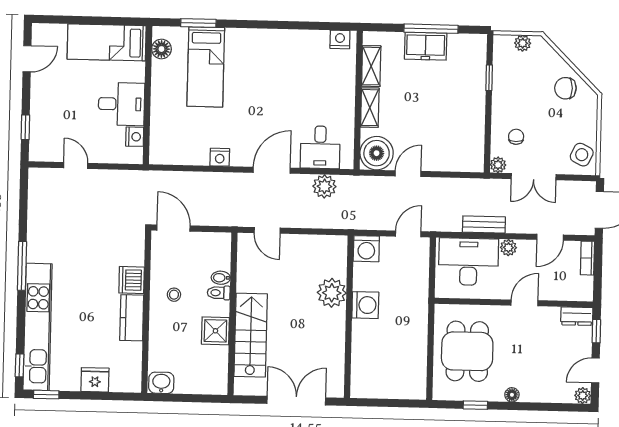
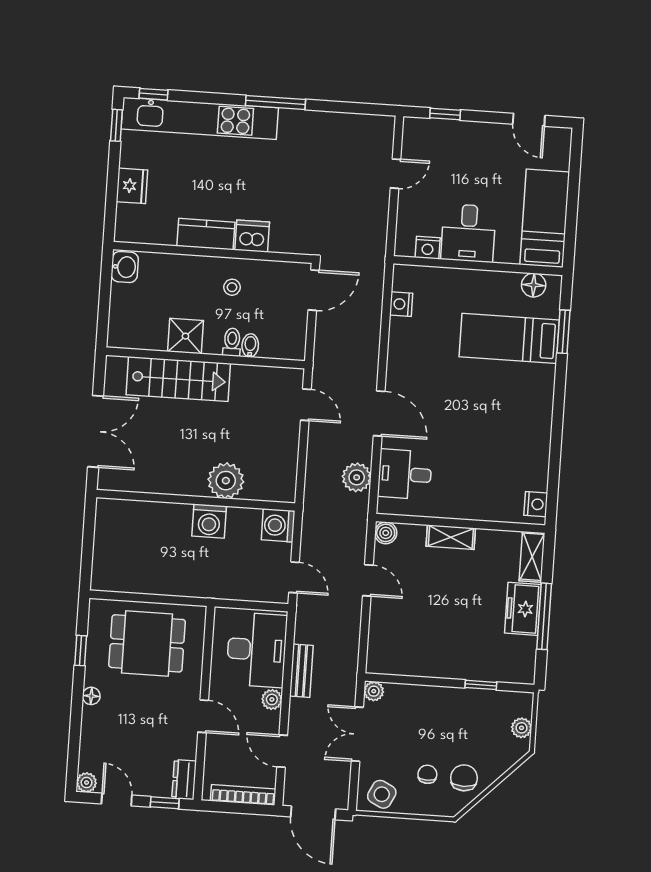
shelving: (371, 66) -> (532, 557), moved, turned 90
chair: (516, 137) -> (427, 774), moved, turned -89
boiler: (377, 153) -> (386, 533), width x0.54, depth x0.54
nightstand: (220, 157) -> (401, 304), moved
door: (267, 230) -> (306, 405), swing flipped
bookcase: (587, 258) -> (243, 795), width x1.56

